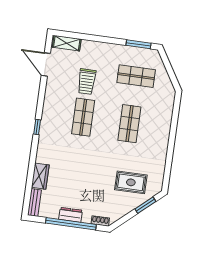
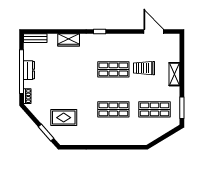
shelving: (67, 43) -> (174, 74), moved
door: (46, 64) -> (154, 31), hinge flipped
shop shelf: (136, 76) -> (154, 109), turned 90
wardrobe: (40, 176) -> (69, 40), moved
rug: (131, 182) -> (64, 118), turned 90

